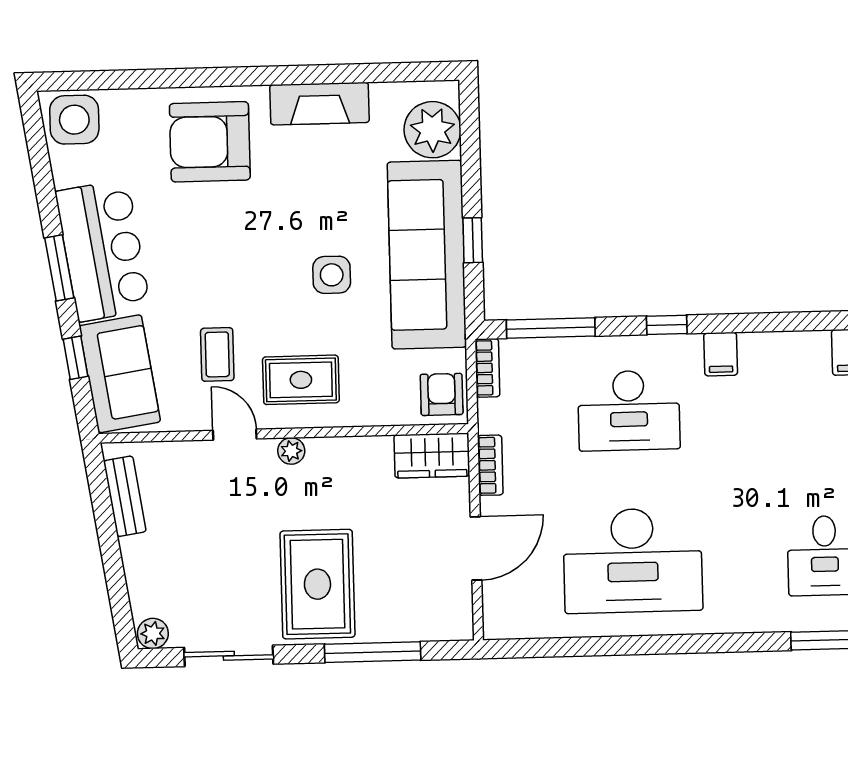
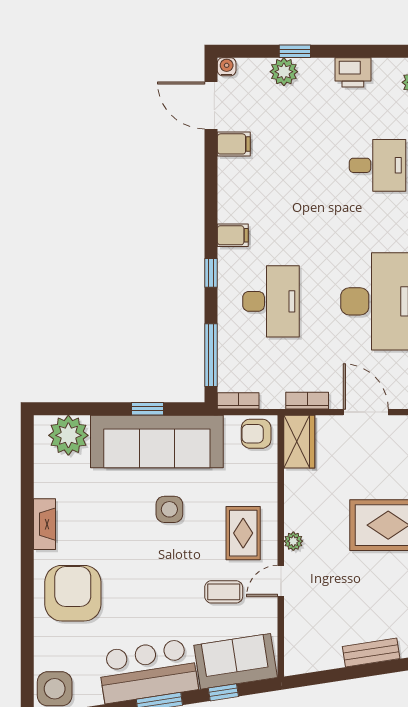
fireplace: (319, 104) -> (44, 524), width x0.73, depth x0.76
armchair: (210, 142) -> (73, 593), turned 180
bench: (125, 496) -> (371, 653), moved

